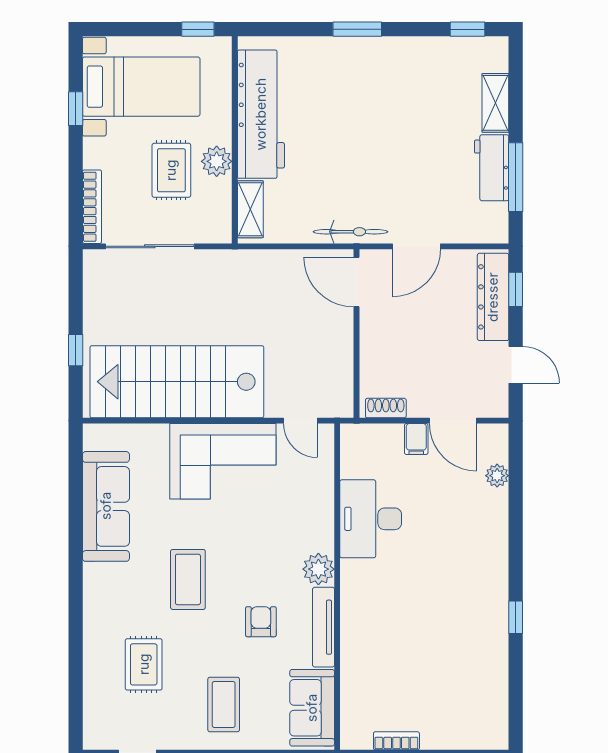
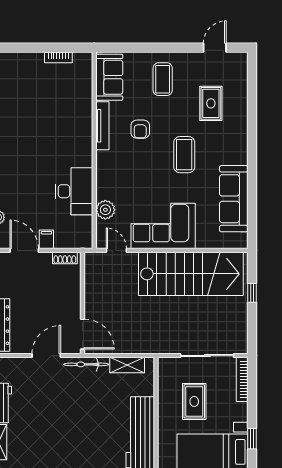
plant: (217, 161) -> (167, 407), removed
shelving: (250, 209) -> (127, 365), moved, turned 90
plant: (318, 569) -> (105, 210), moved

